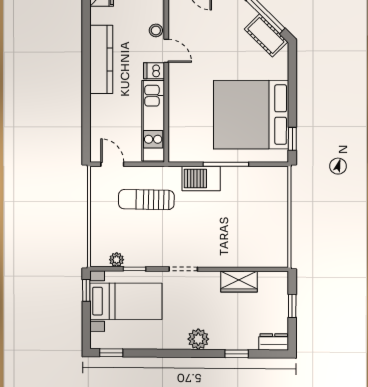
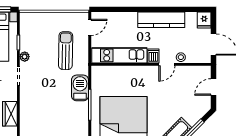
plant: (117, 260) -> (25, 57), moved

